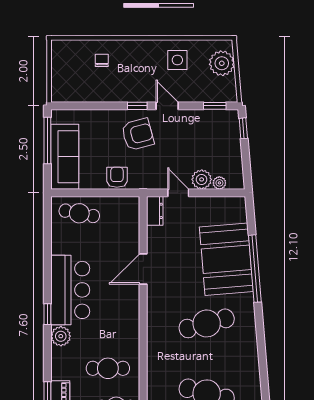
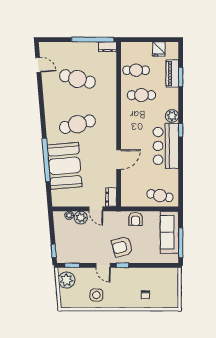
plant: (222, 63) -> (67, 280), moved

